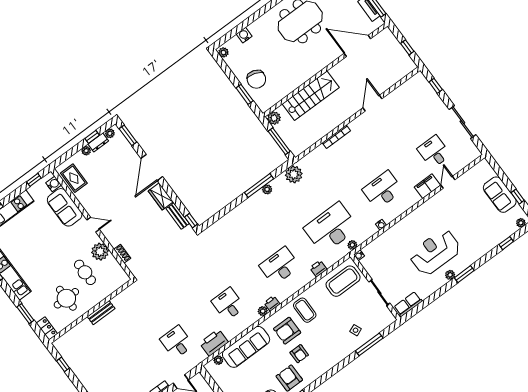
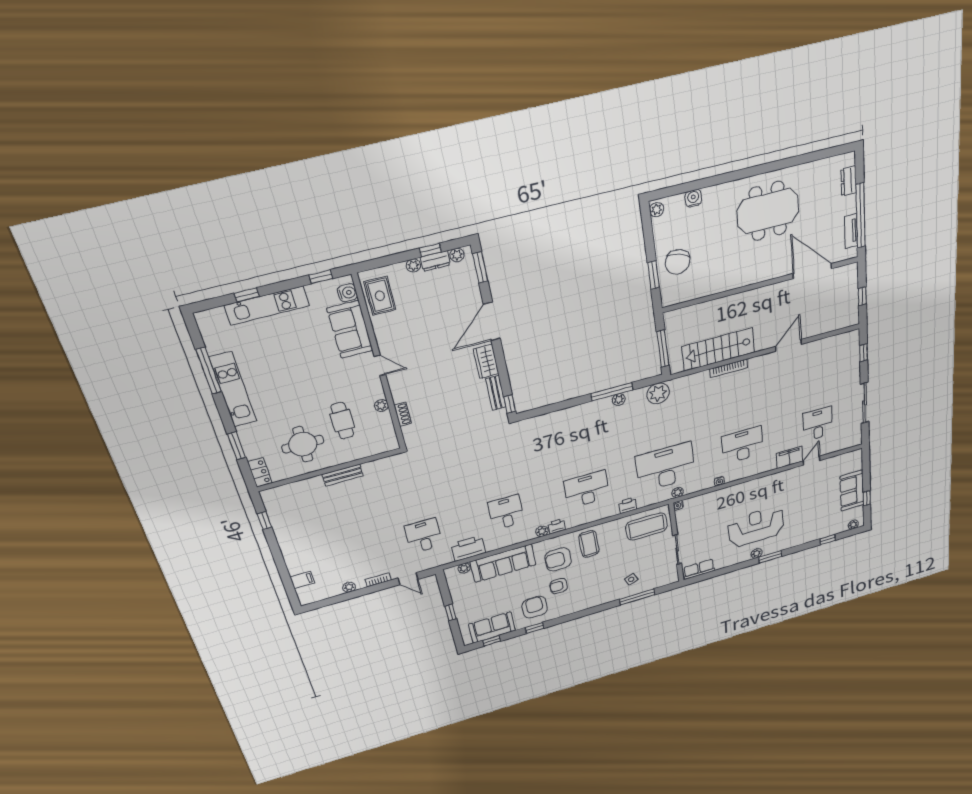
stairs: (311, 96) -> (718, 349), moved, turned 180
plant: (274, 118) -> (672, 319), removed
plant: (100, 252) -> (381, 406), width x0.53, depth x0.53
armchair: (299, 354) -> (559, 586), turned 90

